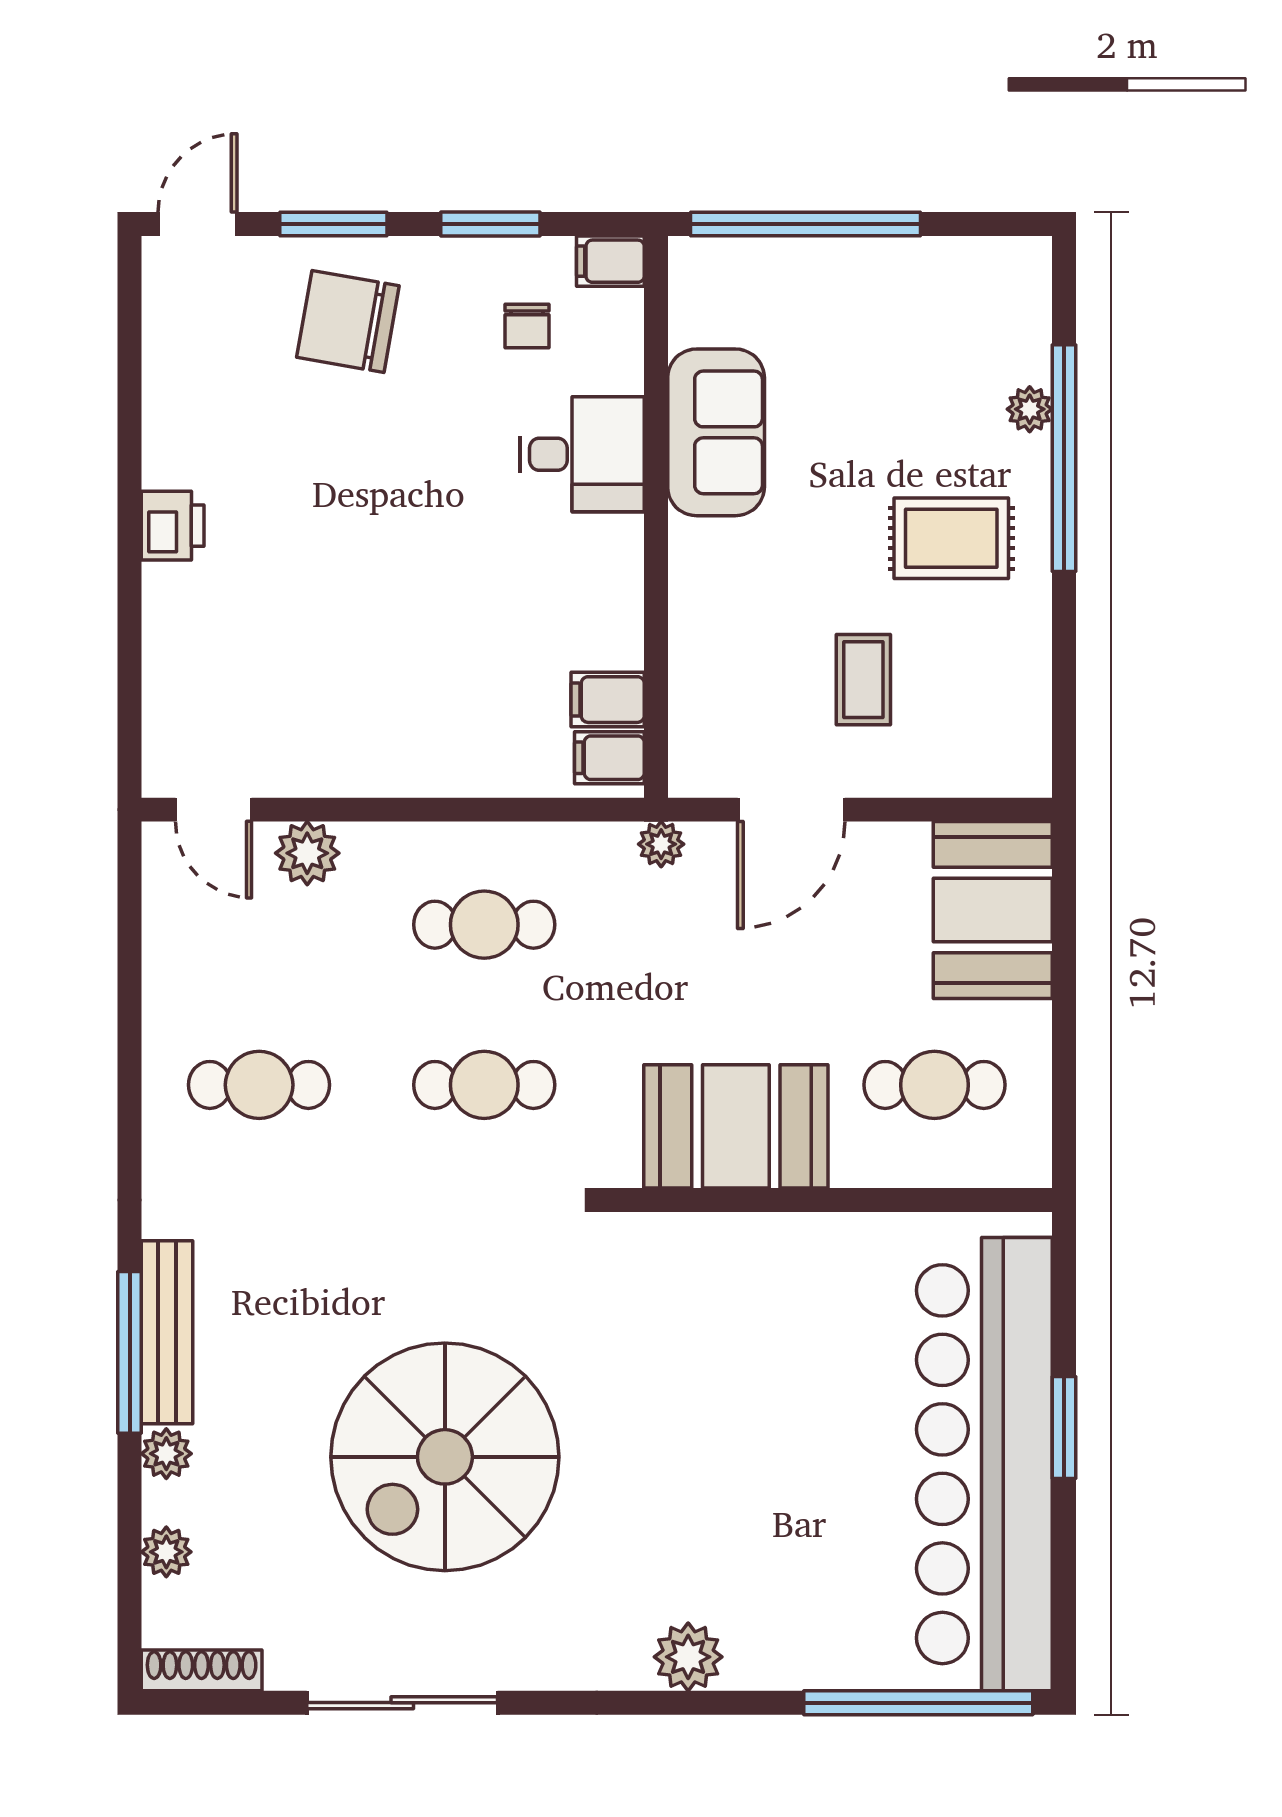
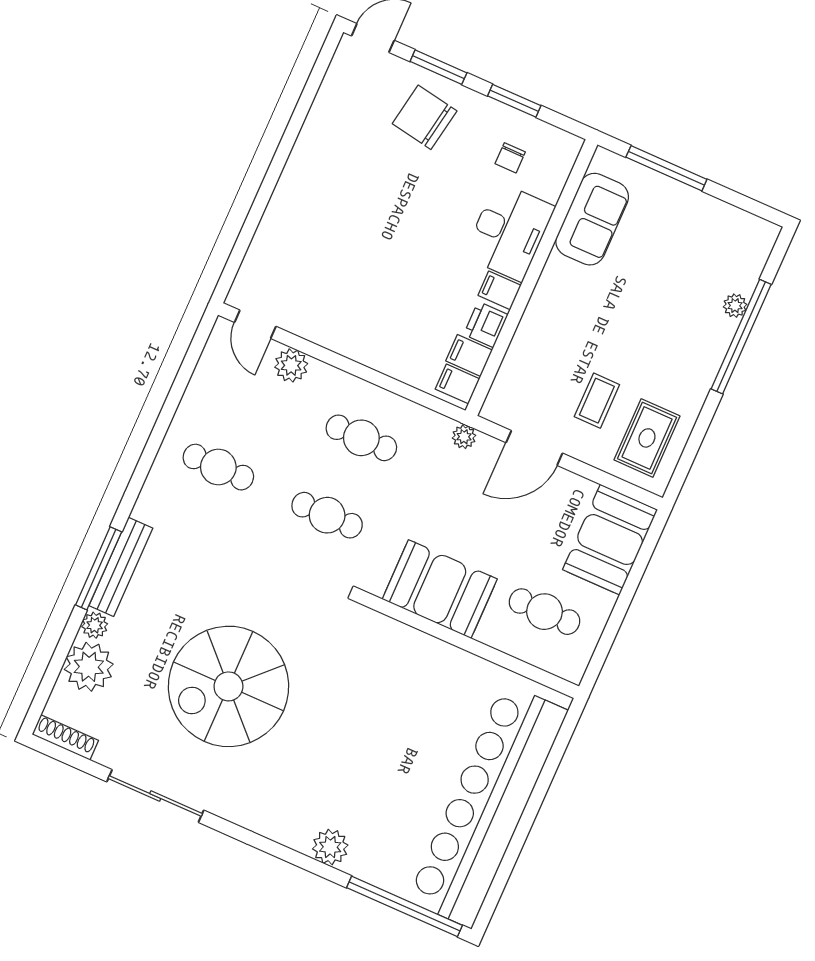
window: (806, 224) -> (666, 168), width x0.68
filing cabinet: (610, 261) -> (500, 290), moved
sofa: (716, 432) -> (592, 219), moved
desk: (582, 454) -> (509, 232), width x1.37
printer: (173, 526) -> (486, 324), moved, turned 180
rug: (951, 538) -> (647, 438), moved, turned 90
window: (1064, 1428) -> (534, 805), removed
plant: (166, 1552) -> (89, 667), width x1.88, depth x1.88
plant: (688, 1657) -> (330, 847), moved

